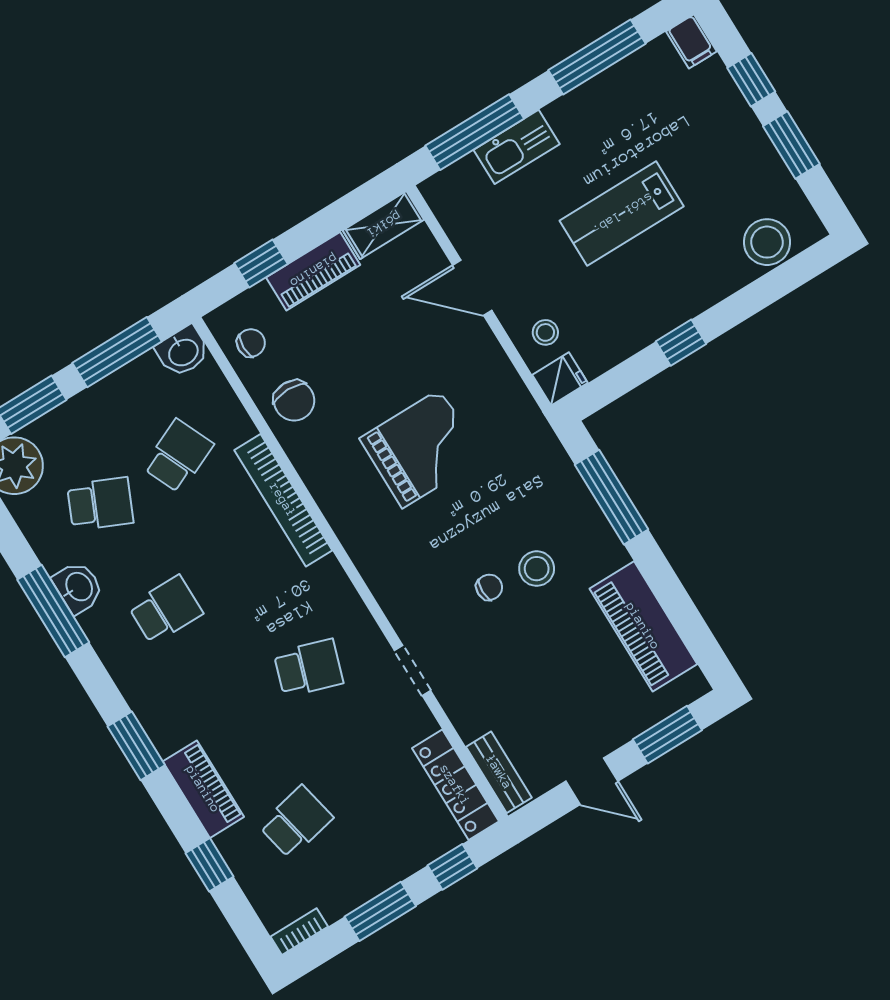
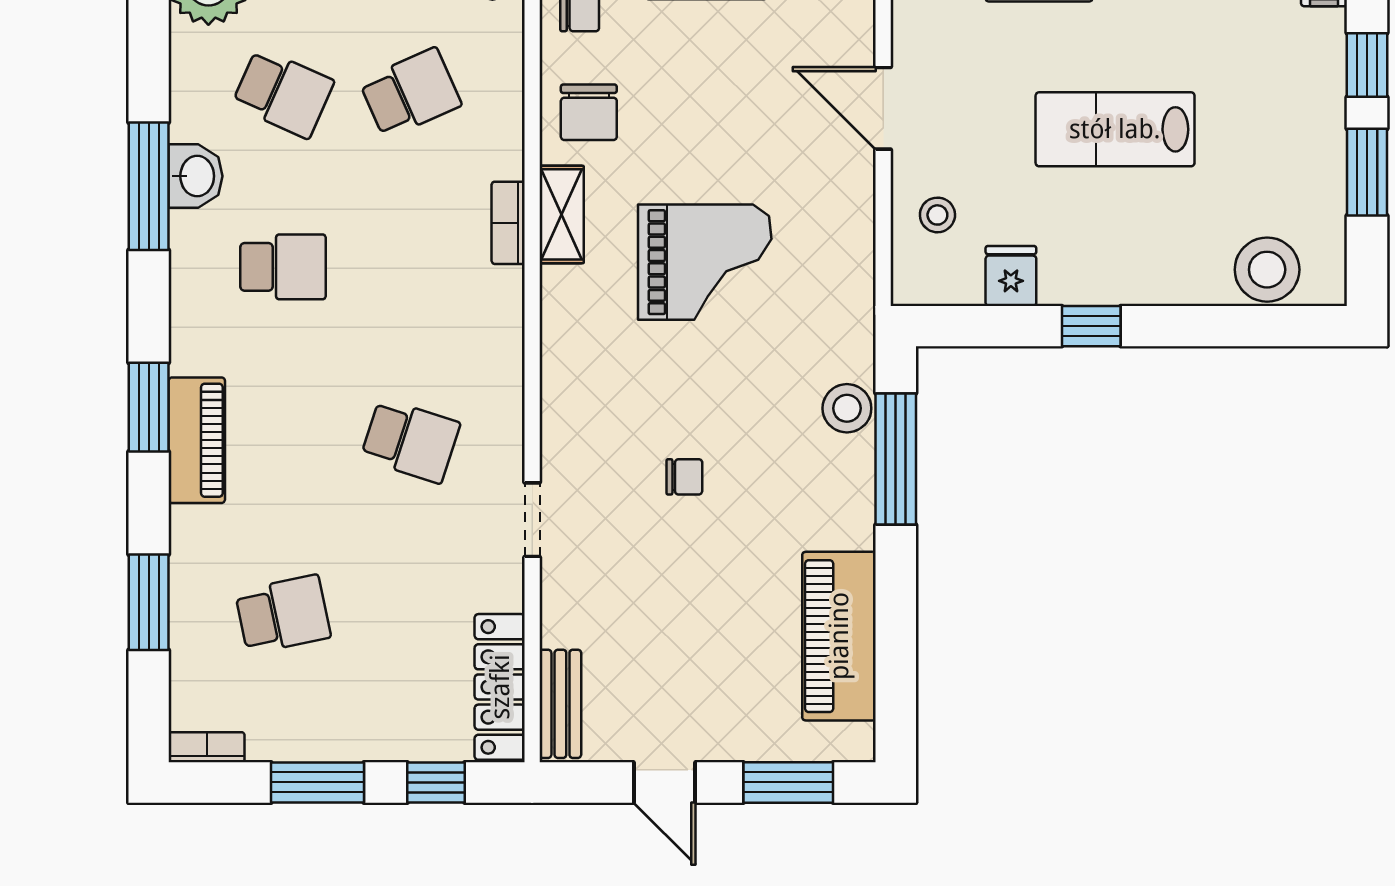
fridge: (560, 379) -> (1011, 276), moved, turned -90
shelving: (316, 473) -> (562, 214), added
bookcase: (283, 500) -> (508, 223), width x0.43, depth x0.76
stool: (537, 569) -> (847, 408), moved
piano: (203, 789) -> (197, 440), moved
window: (209, 865) -> (149, 602), width x1.50

